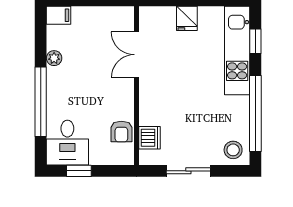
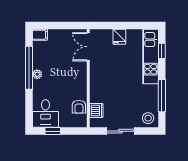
double door: (136, 55) -> (88, 47), moved
plant: (54, 58) -> (37, 74), moved
window: (41, 102) -> (29, 68), moved
window: (255, 114) -> (162, 96), width x0.68

